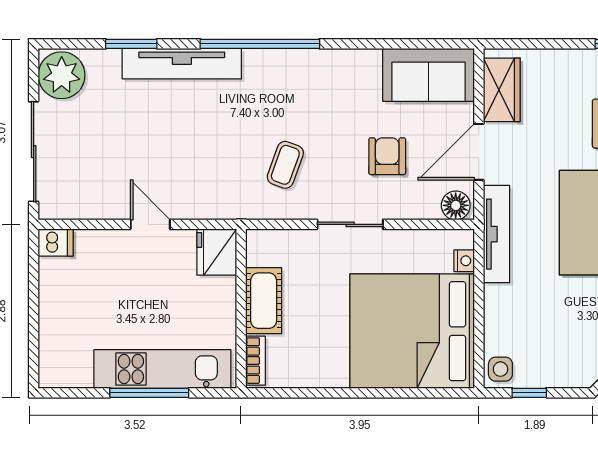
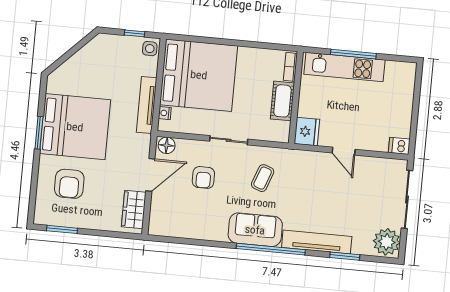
sofa: (429, 75) -> (255, 230), moved
tv unit: (497, 234) -> (147, 105), moved

